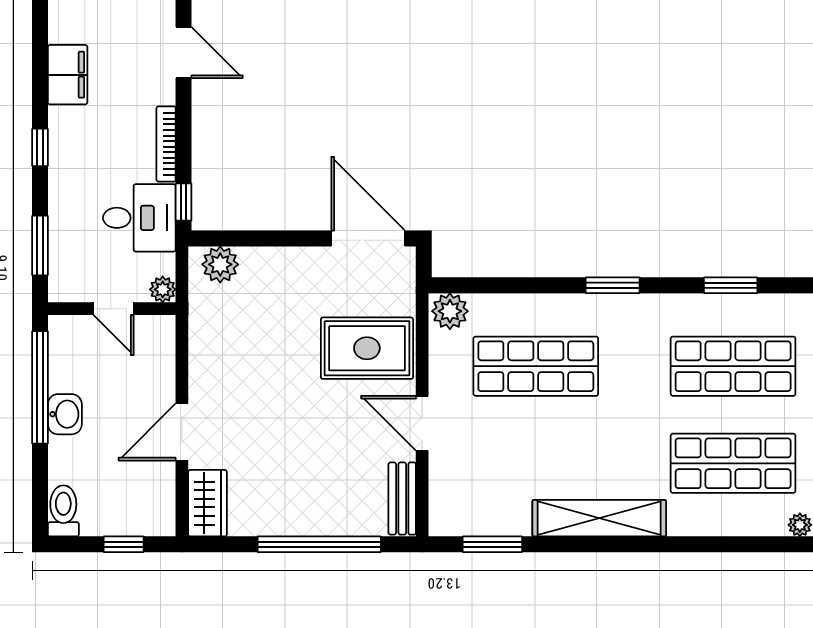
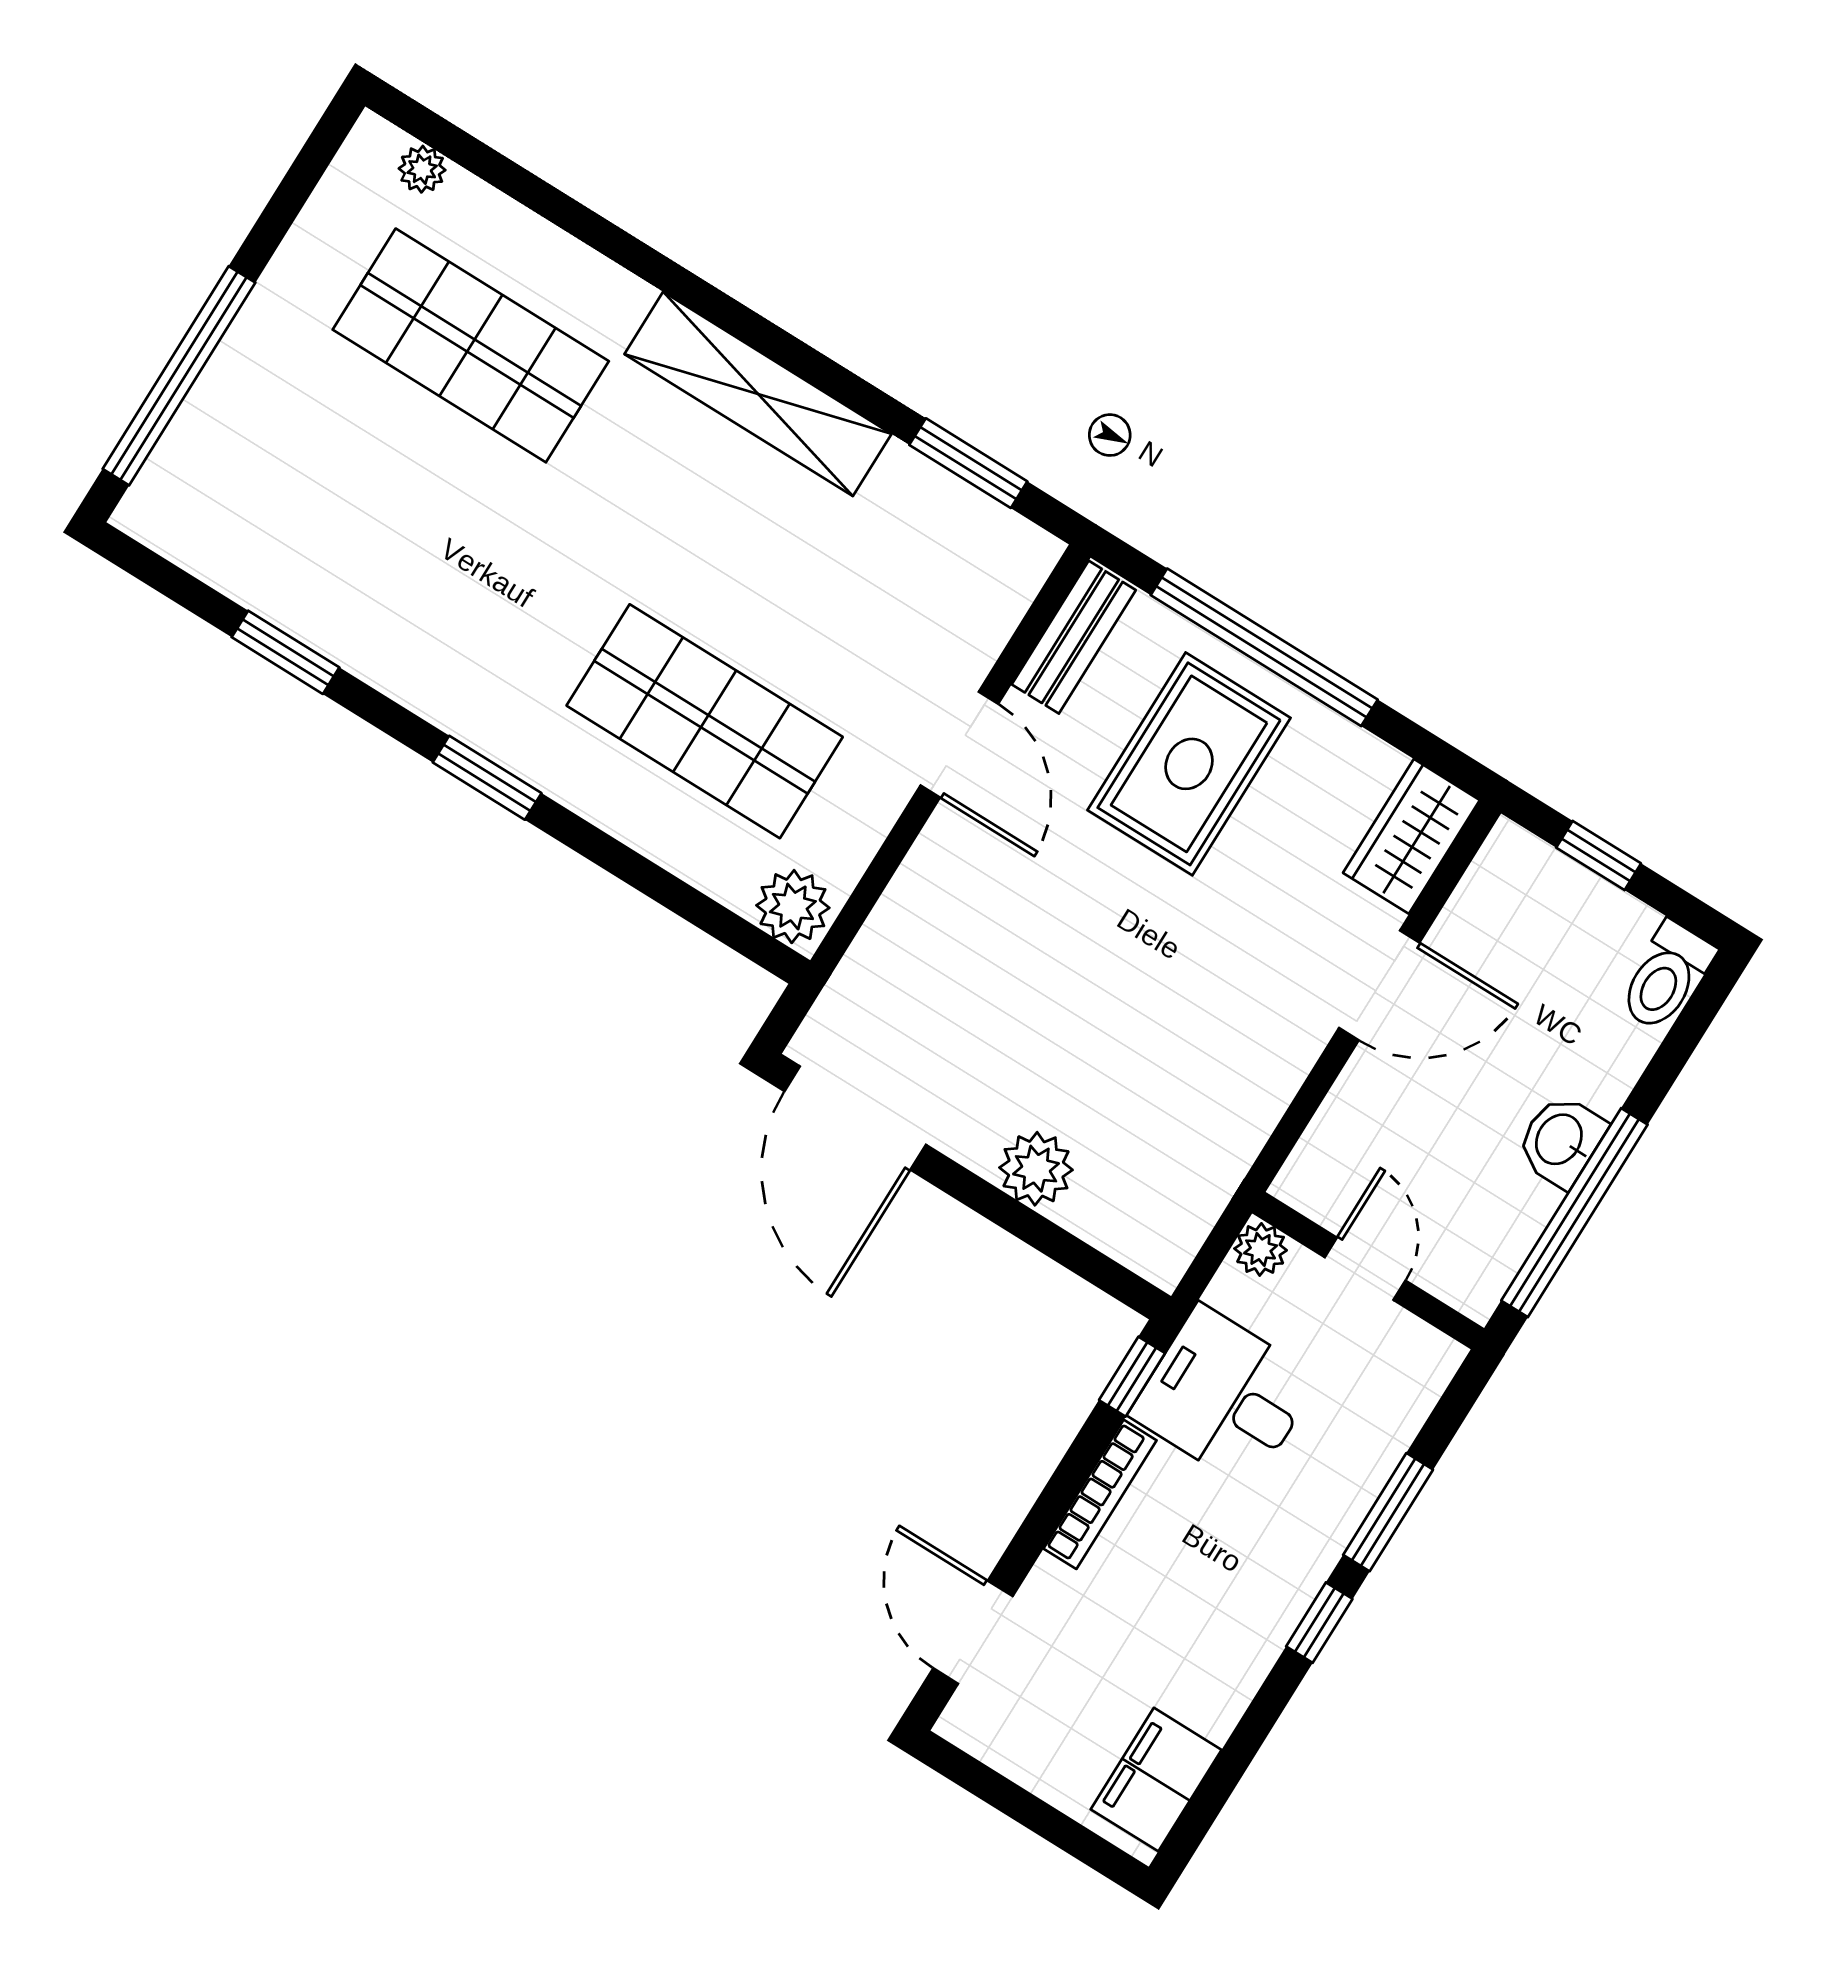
filing cabinet: (68, 75) -> (1156, 1780), moved
window: (40, 246) -> (1388, 1512), moved
plant: (220, 264) -> (1036, 1169), moved
rug: (367, 348) -> (1189, 764), moved, turned 90
shop shelf: (733, 366) -> (367, 511), removed

